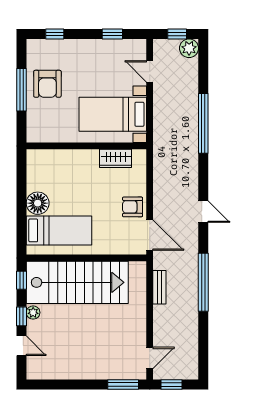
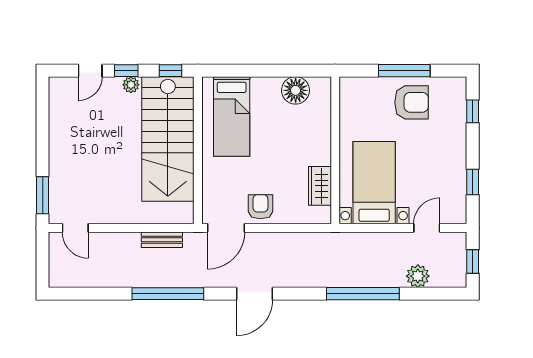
plant: (189, 48) -> (418, 276), moved
armchair: (47, 84) -> (412, 102), turned 180
floor lamp: (38, 203) -> (296, 90), moved
door: (203, 212) -> (255, 294), width x1.38
window: (171, 385) -> (43, 255), removed

